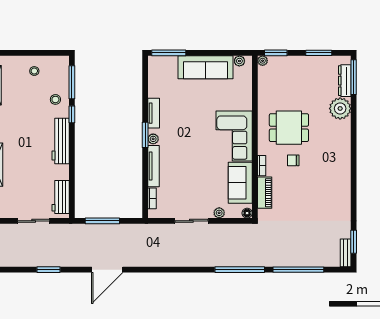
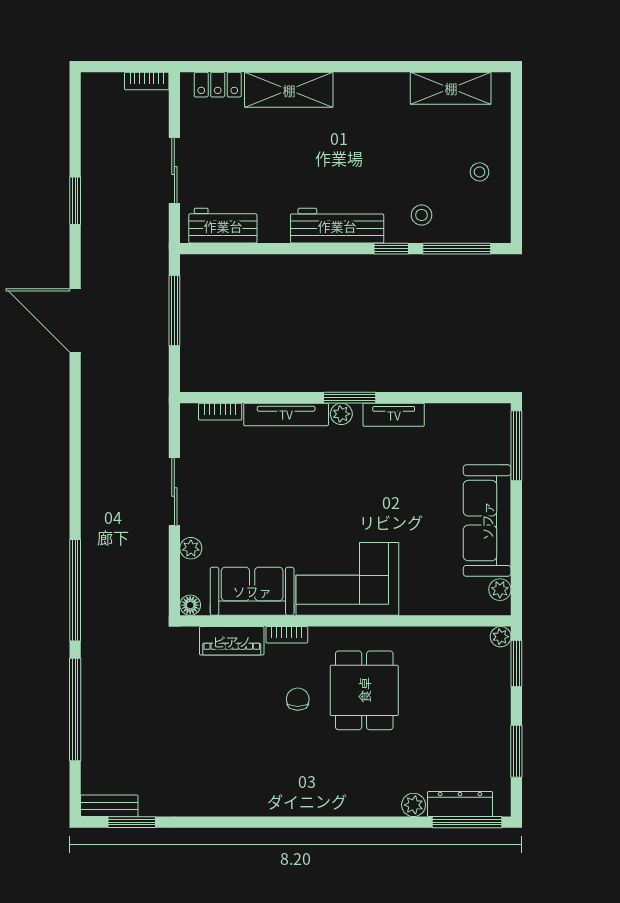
plant: (340, 108) -> (414, 805), width x0.53, depth x0.53

